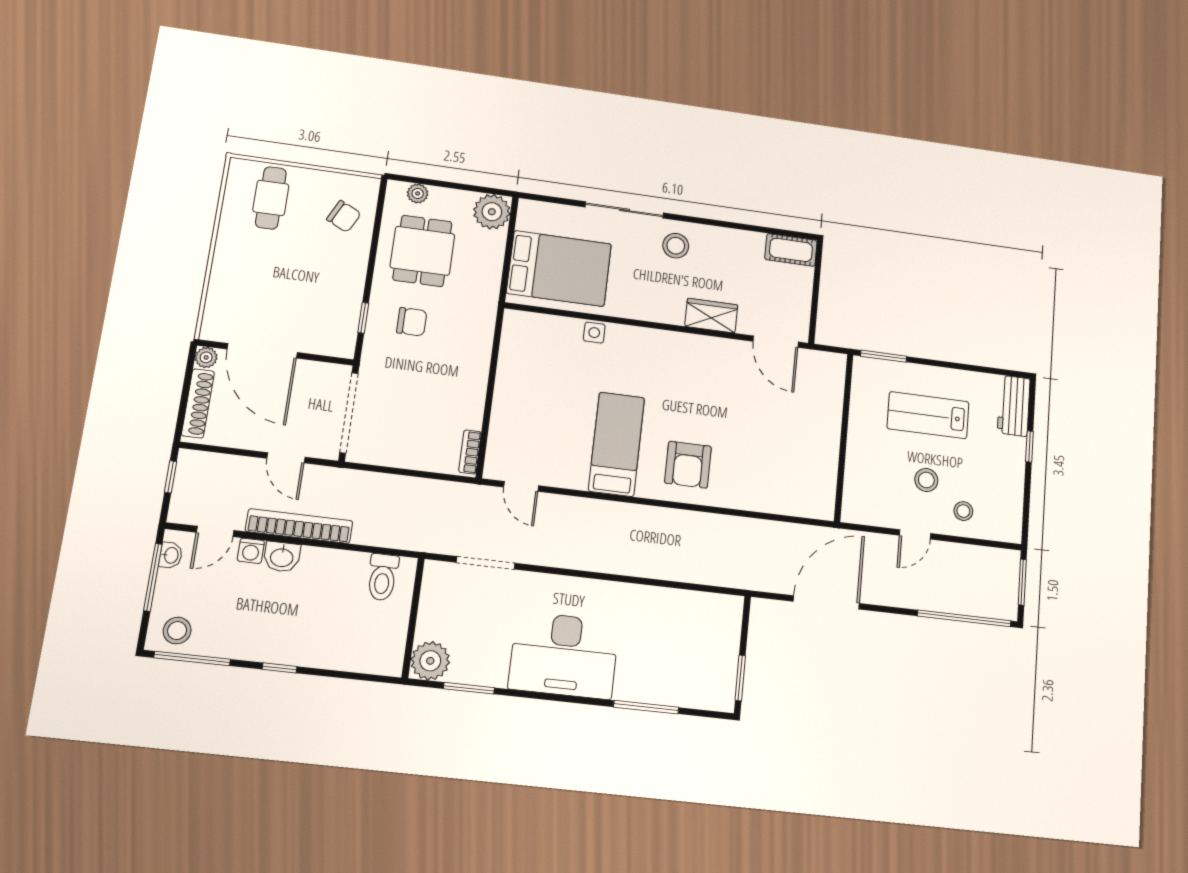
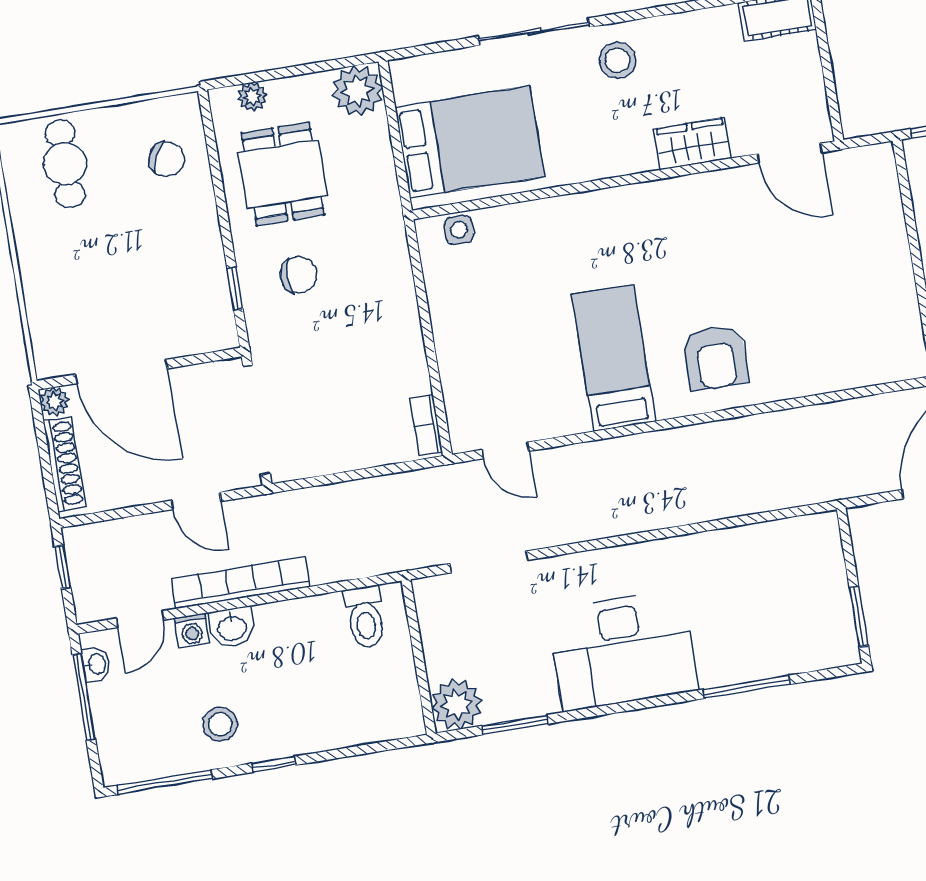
side table: (594, 333) -> (459, 230), moved
stool: (177, 631) -> (220, 724), moved

